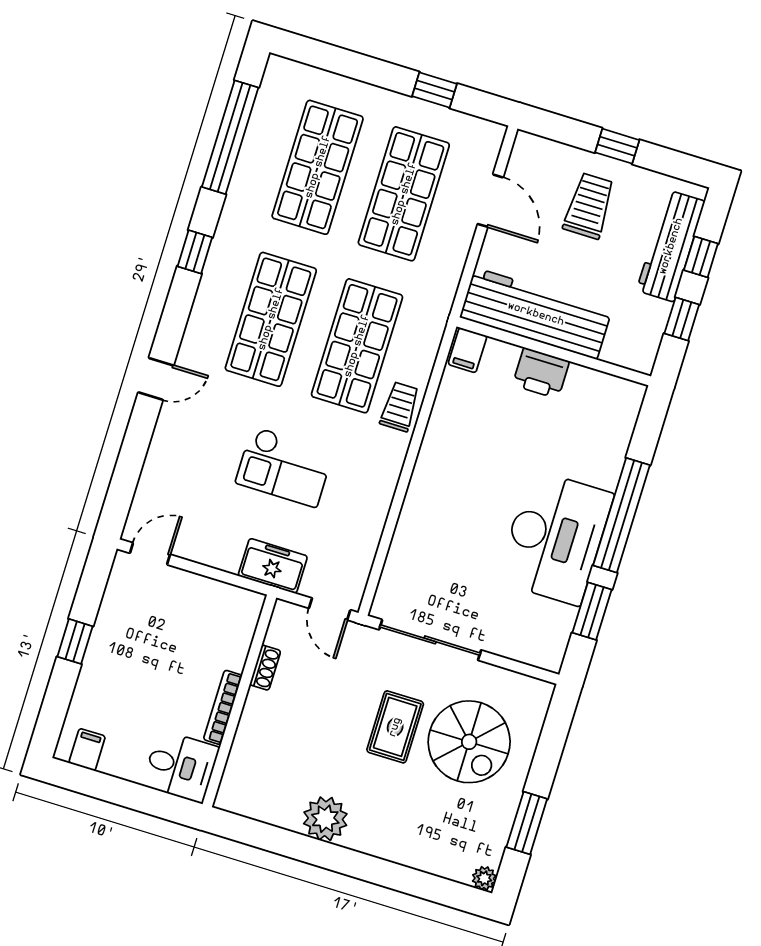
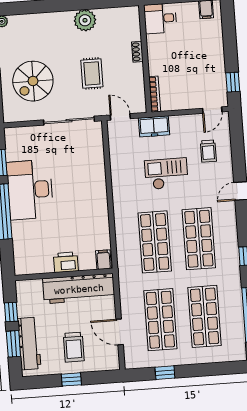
window: (701, 257) -> (13, 344), width x1.50
trolley: (400, 407) -> (208, 151), moved
window: (75, 641) -> (233, 82), moved
shoe rack: (265, 668) -> (137, 52), moved
bookcase: (223, 707) -> (155, 94), moved
rug: (395, 727) -> (92, 73), moved
spiral stairs: (469, 742) -> (33, 81), turned -90

